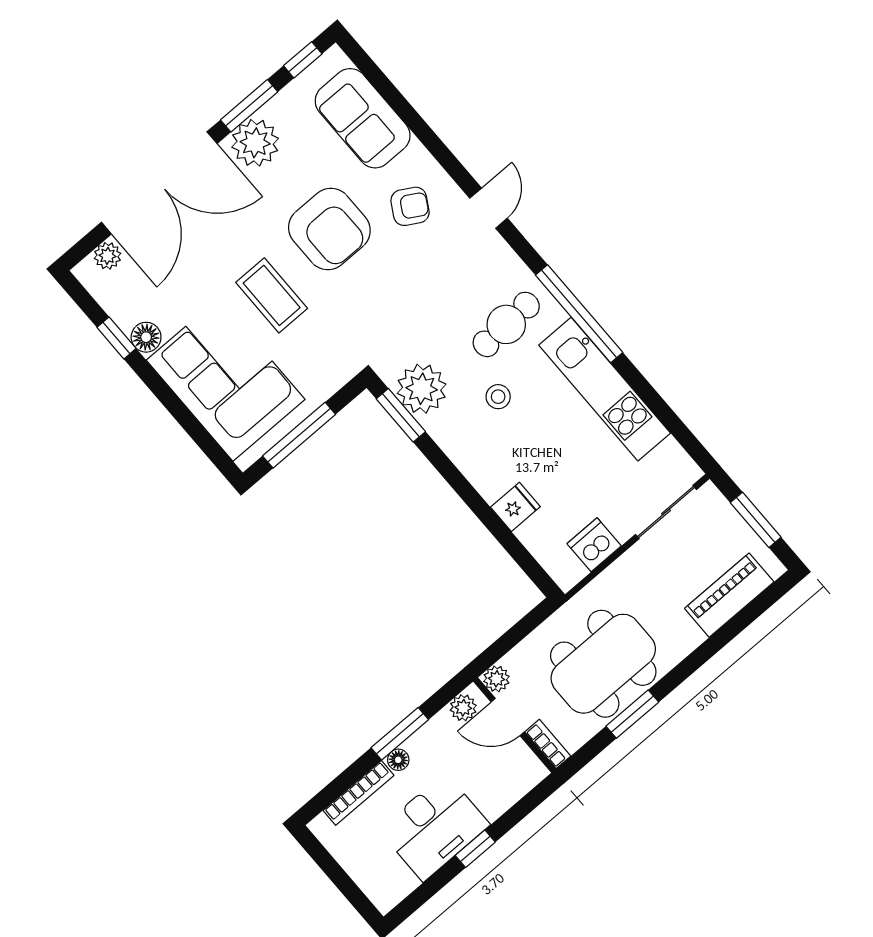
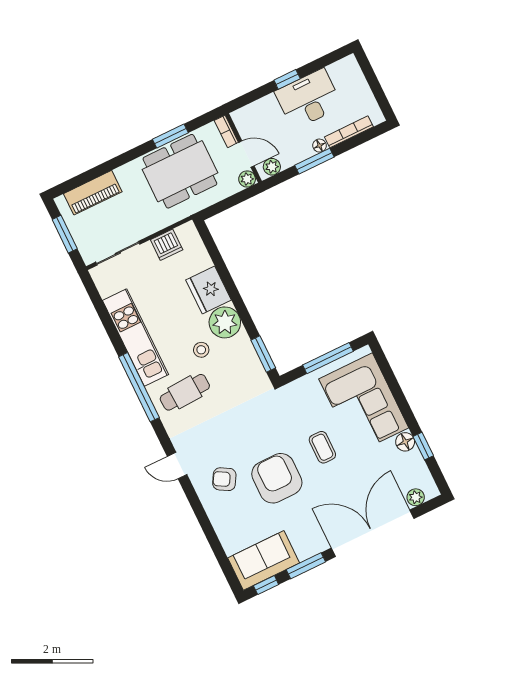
sofa: (363, 118) -> (264, 560), moved, turned -90
plant: (255, 143) -> (308, 542), removed
door: (489, 208) -> (177, 466), hinge flipped
coffee table: (272, 295) -> (322, 447), width x0.73, depth x0.77
plant: (422, 389) -> (225, 322), moved
fridge: (515, 507) -> (209, 290), width x1.88, depth x1.34

